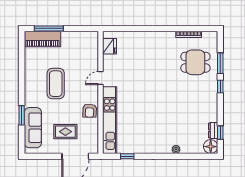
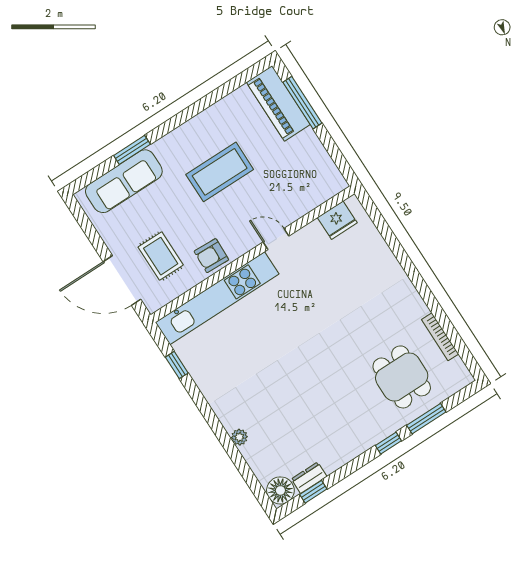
rug: (65, 132) -> (161, 256), moved

